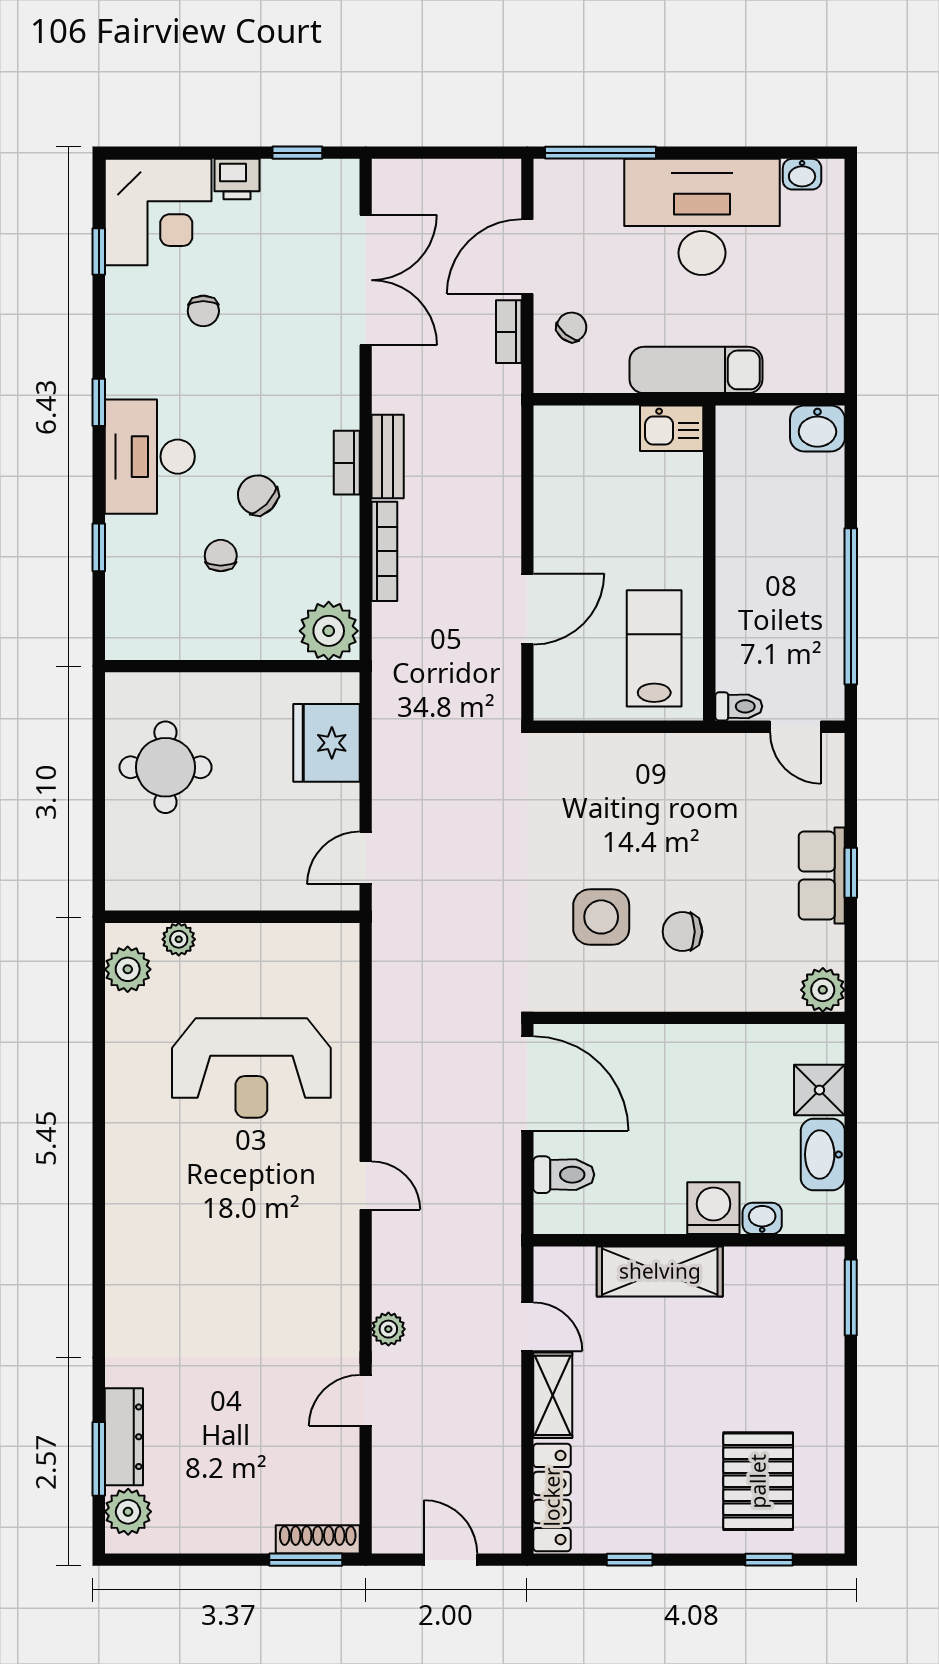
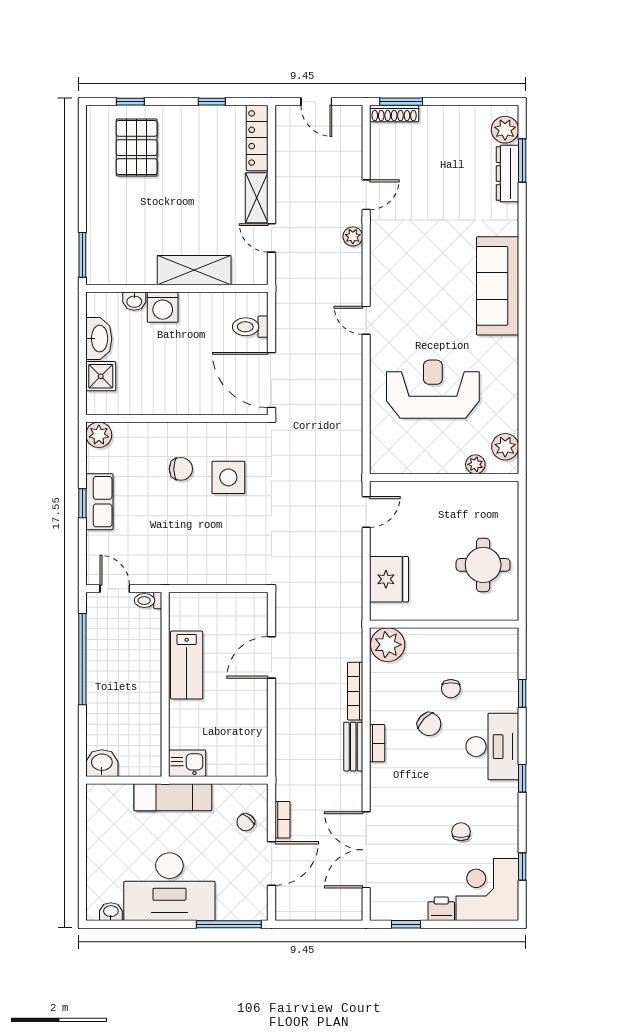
lab bench: (654, 648) -> (187, 665), moved
sofa: (141, 1245) -> (498, 286), added

